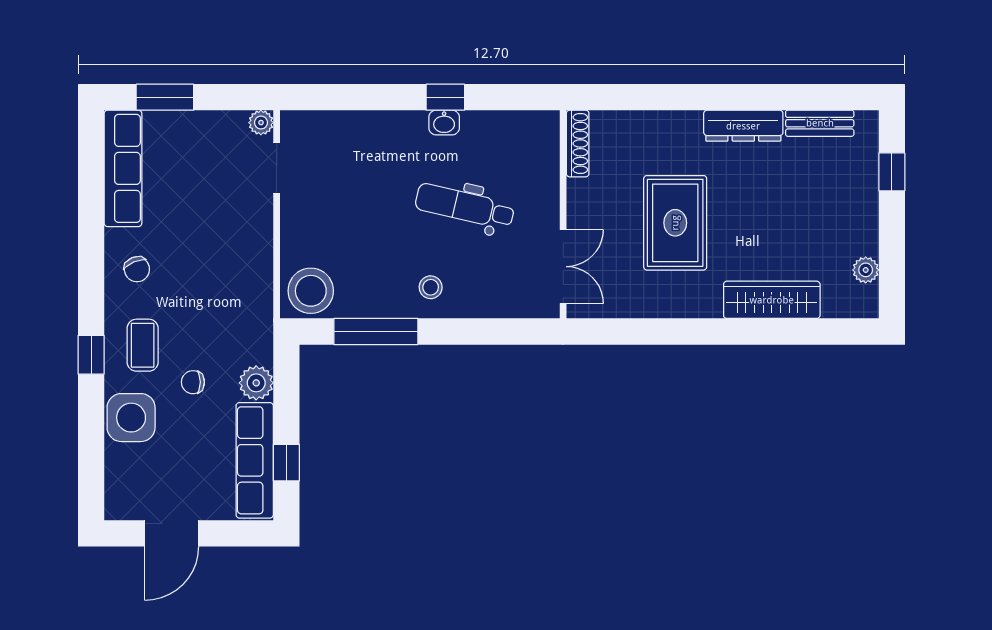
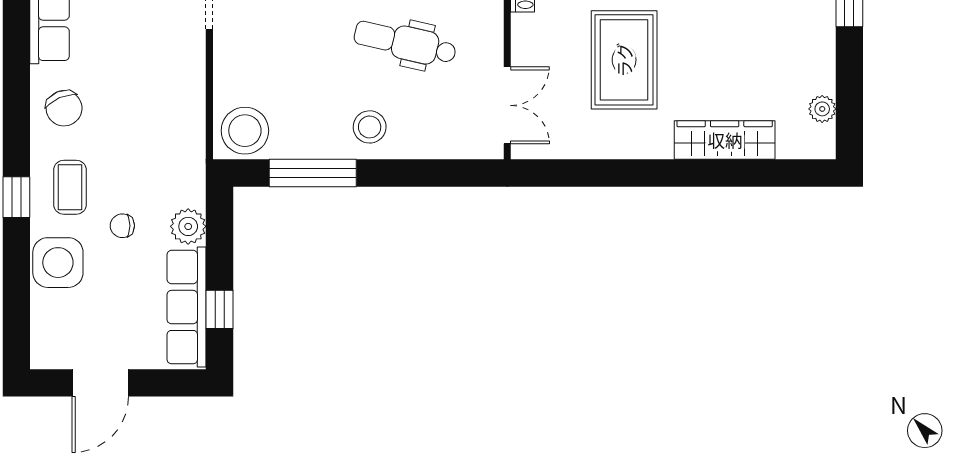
chair: (137, 269) -> (64, 108), width x1.37, depth x1.37
stool: (431, 287) -> (370, 127), width x1.37, depth x1.37

